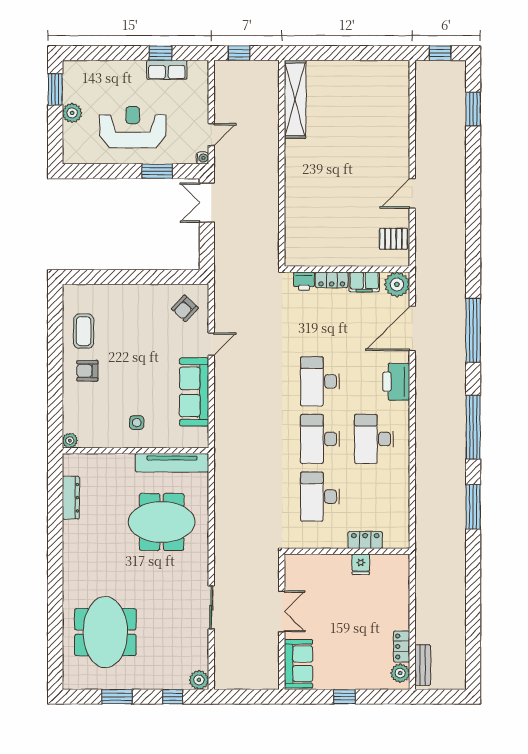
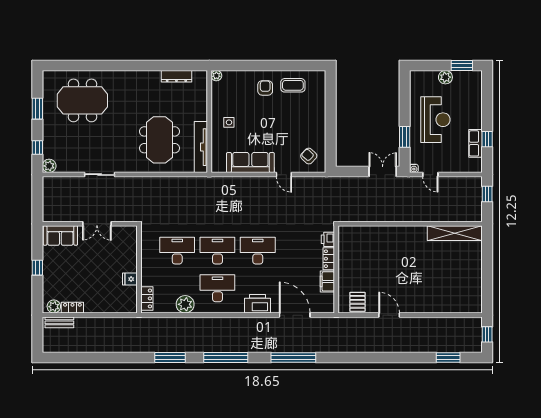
plant: (397, 284) -> (185, 304), moved
locker: (365, 540) -> (147, 298), moved

